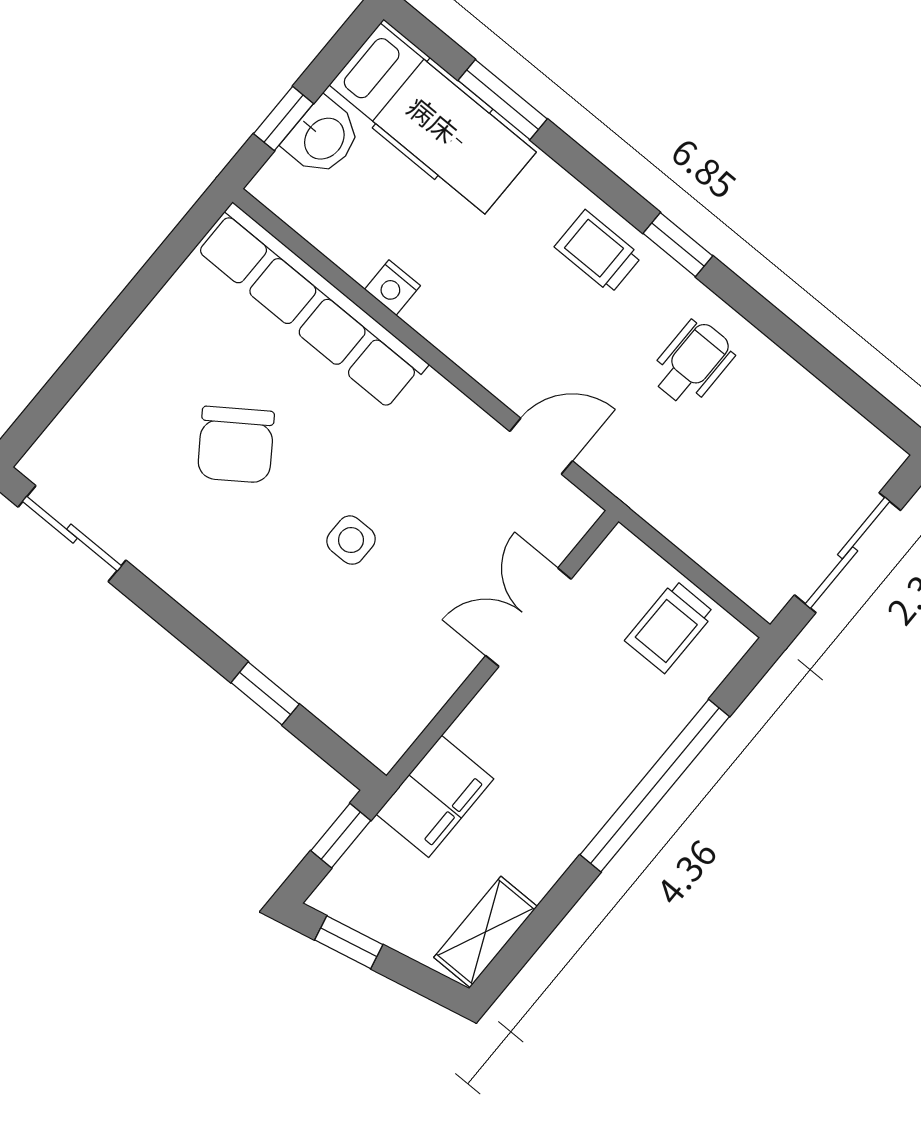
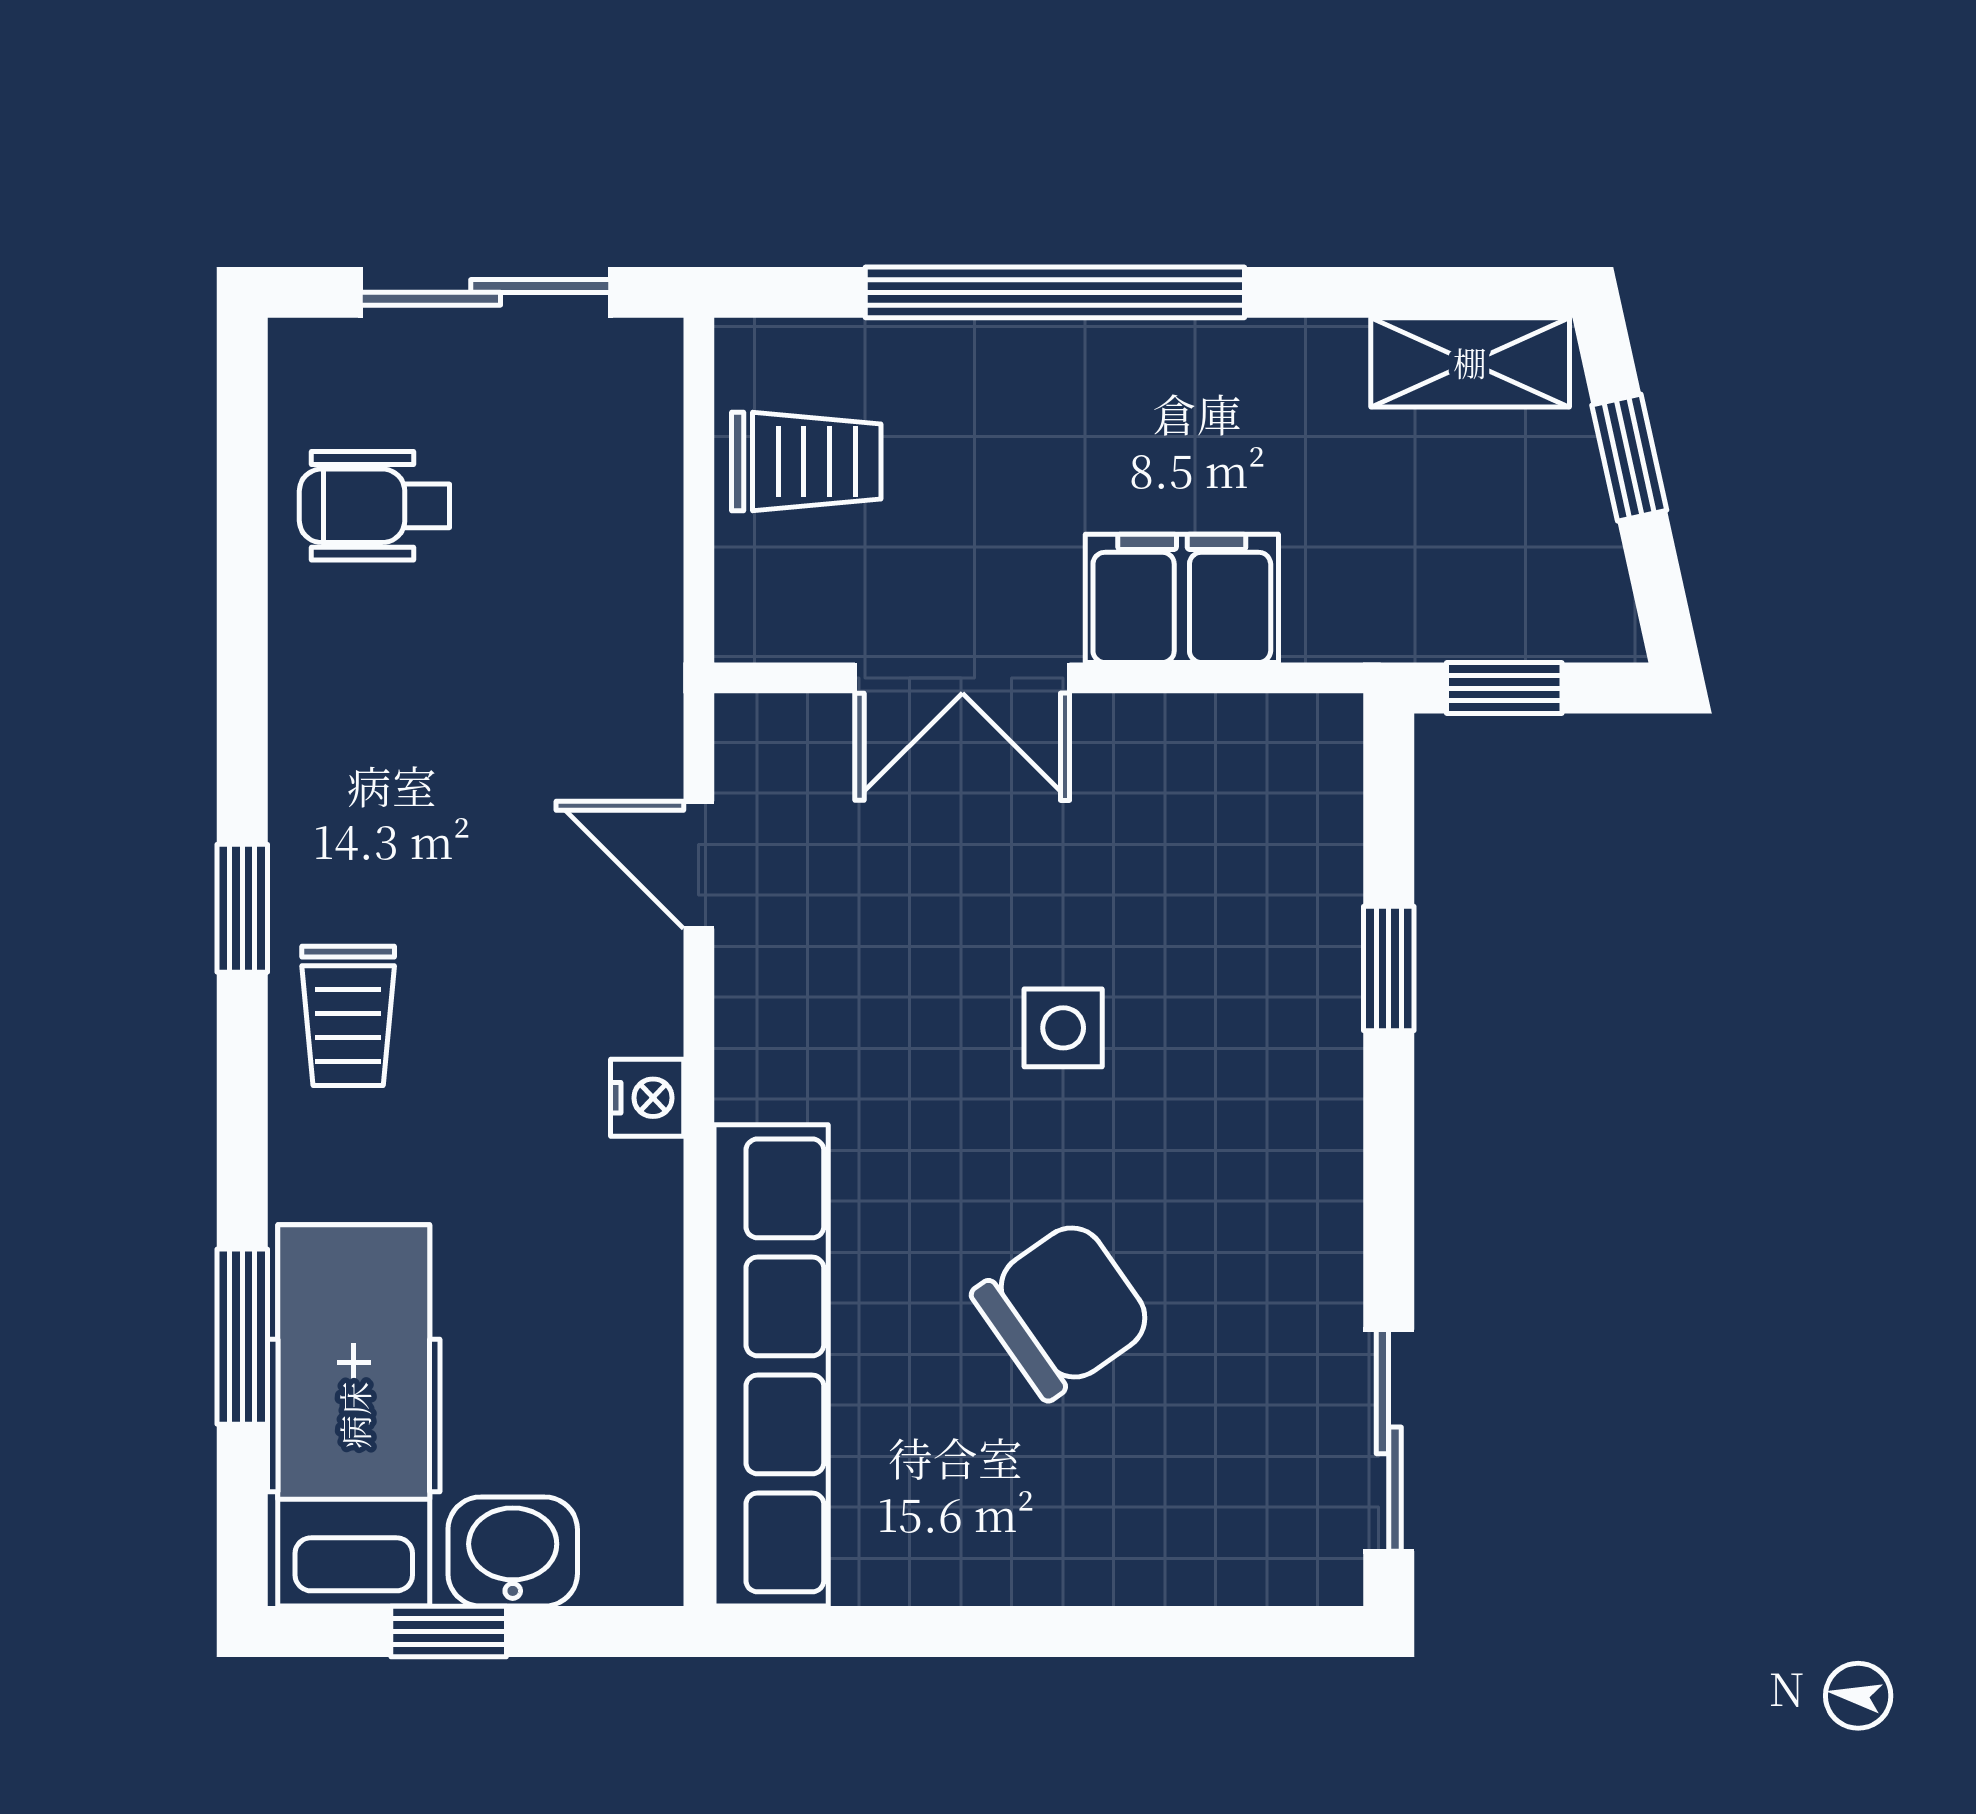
window: (284, 119) -> (449, 1632), moved
nightstand: (392, 288) -> (647, 1098), moved
wheelchair: (692, 363) -> (375, 506), moved
filing cabinet: (435, 796) -> (1182, 598), moved
window: (349, 942) -> (1629, 458), moved

